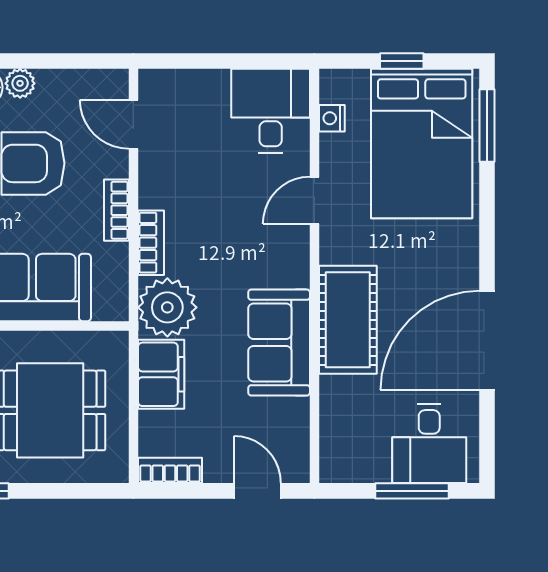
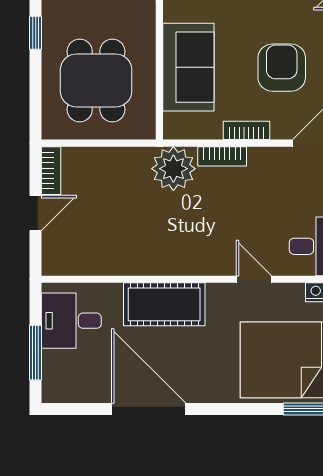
sofa: (279, 343) -> (147, 253), removed
filing cabinet: (161, 374) -> (123, 164), removed
desk: (429, 443) -> (71, 321), moved
door: (257, 491) -> (36, 213), moved

